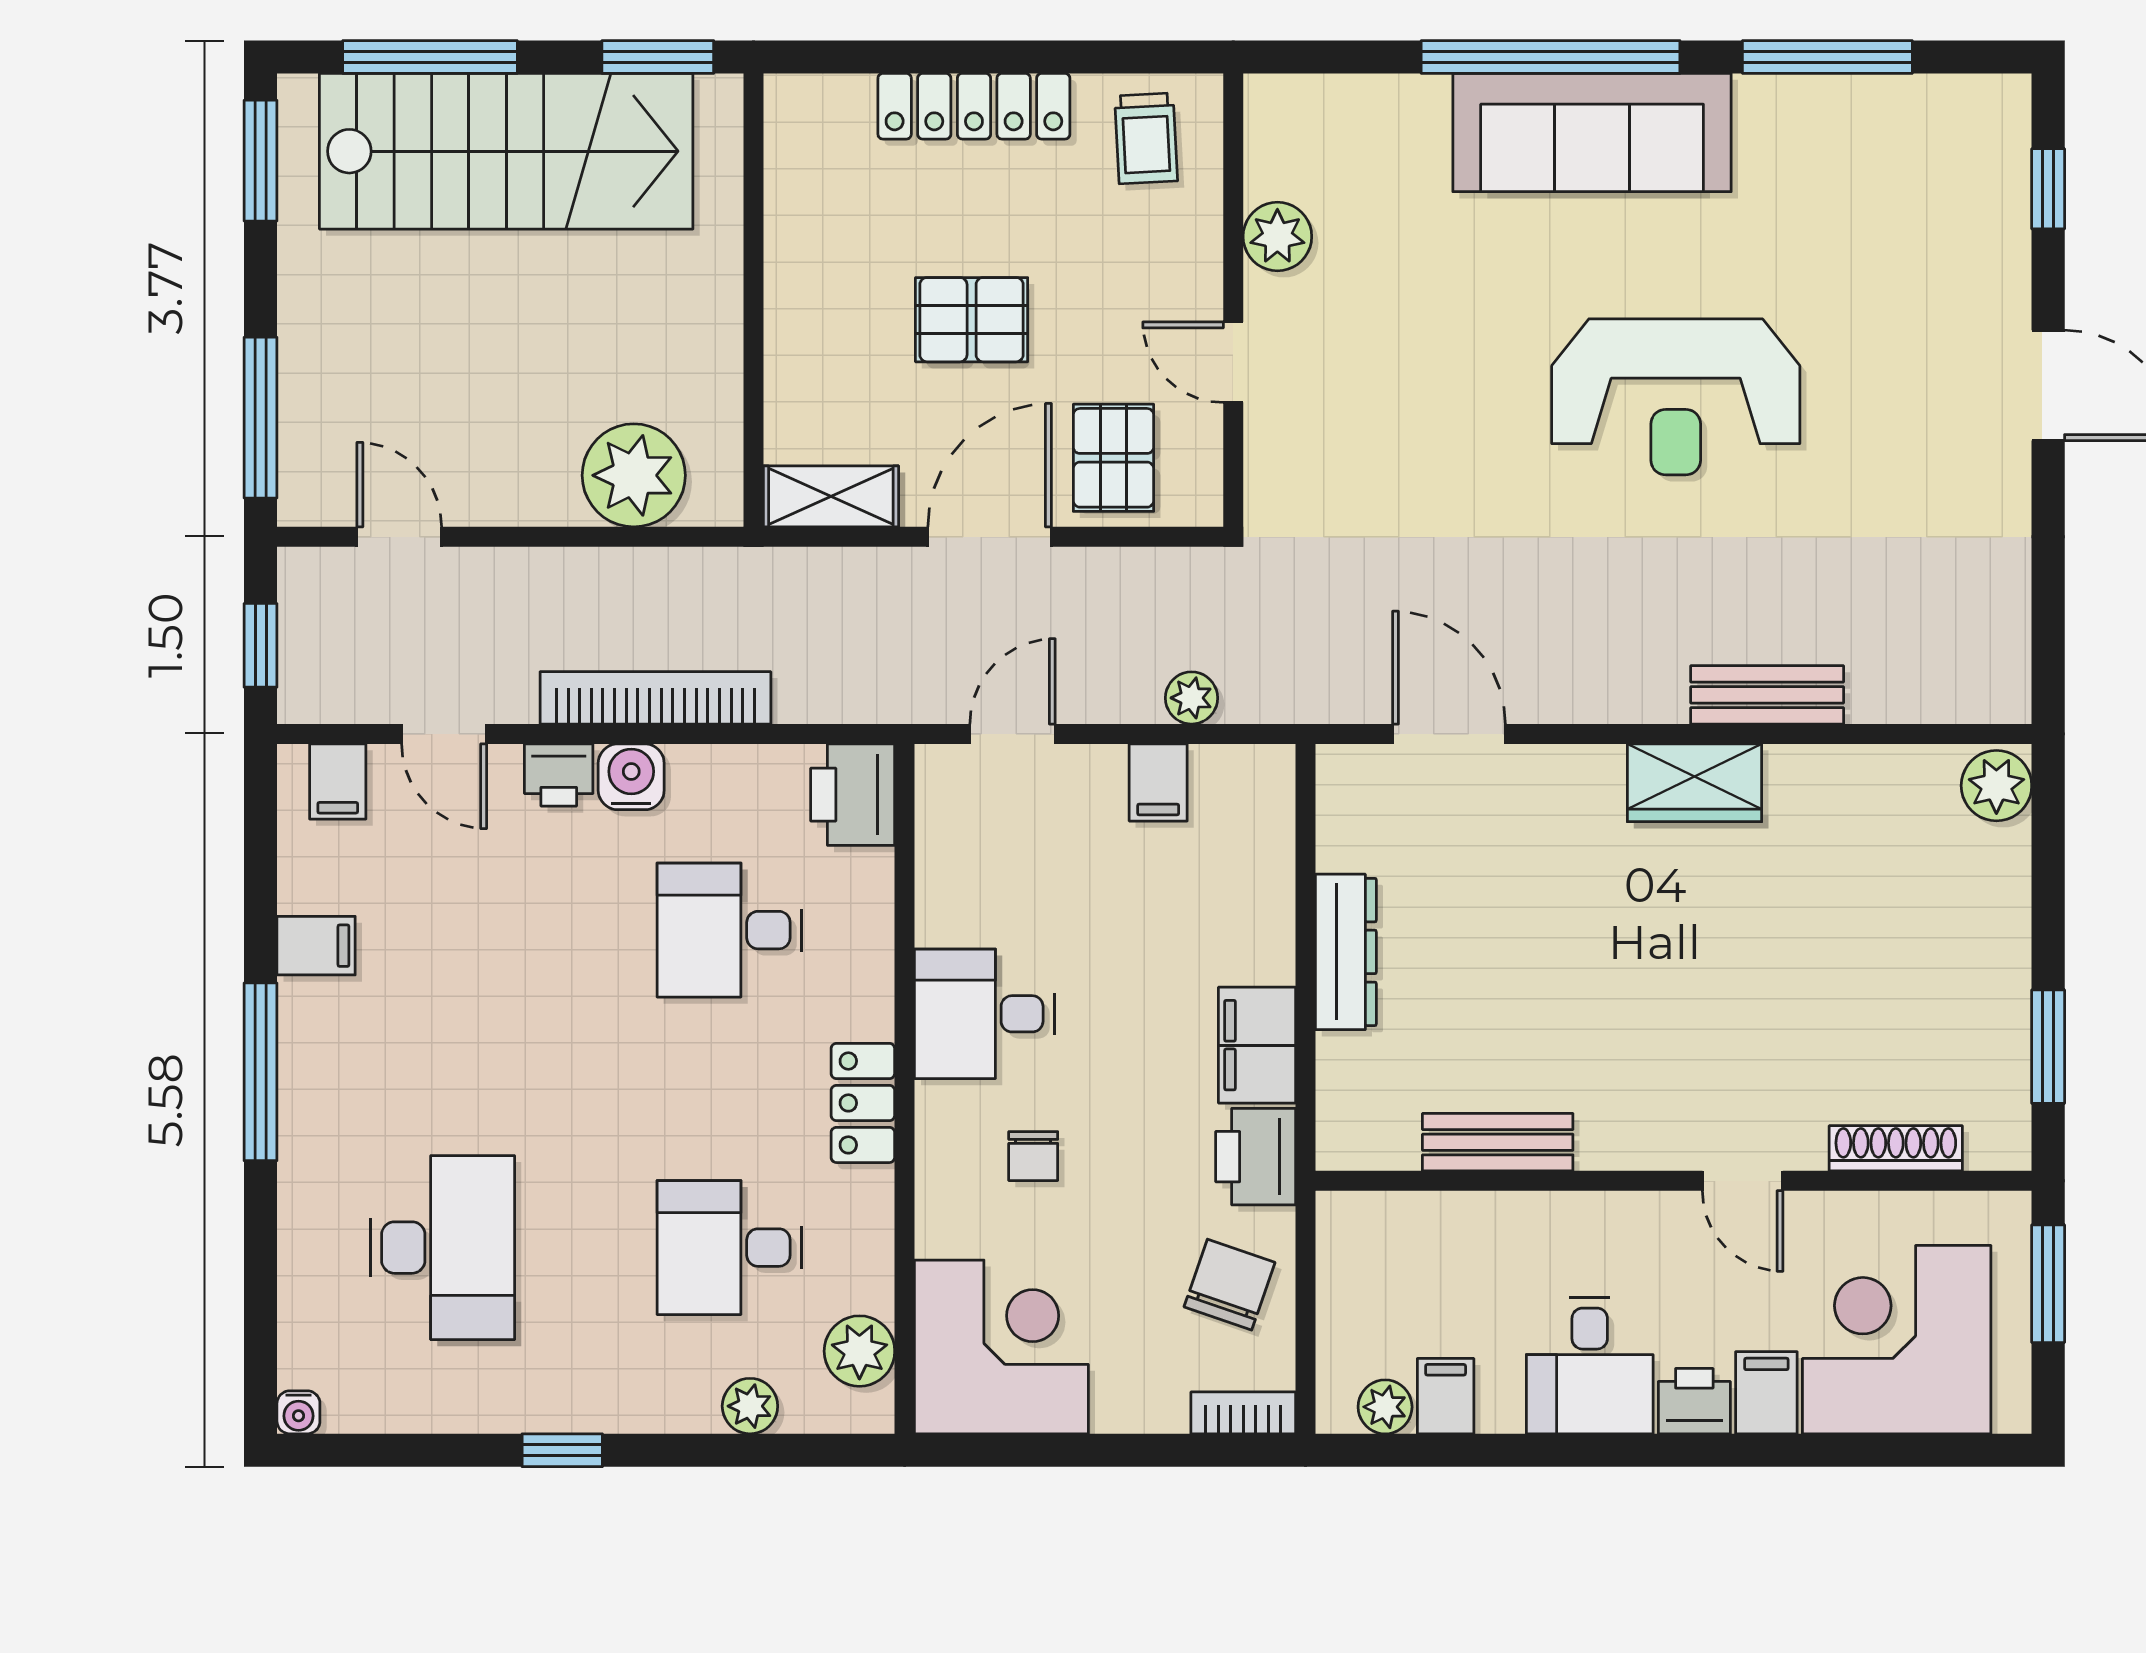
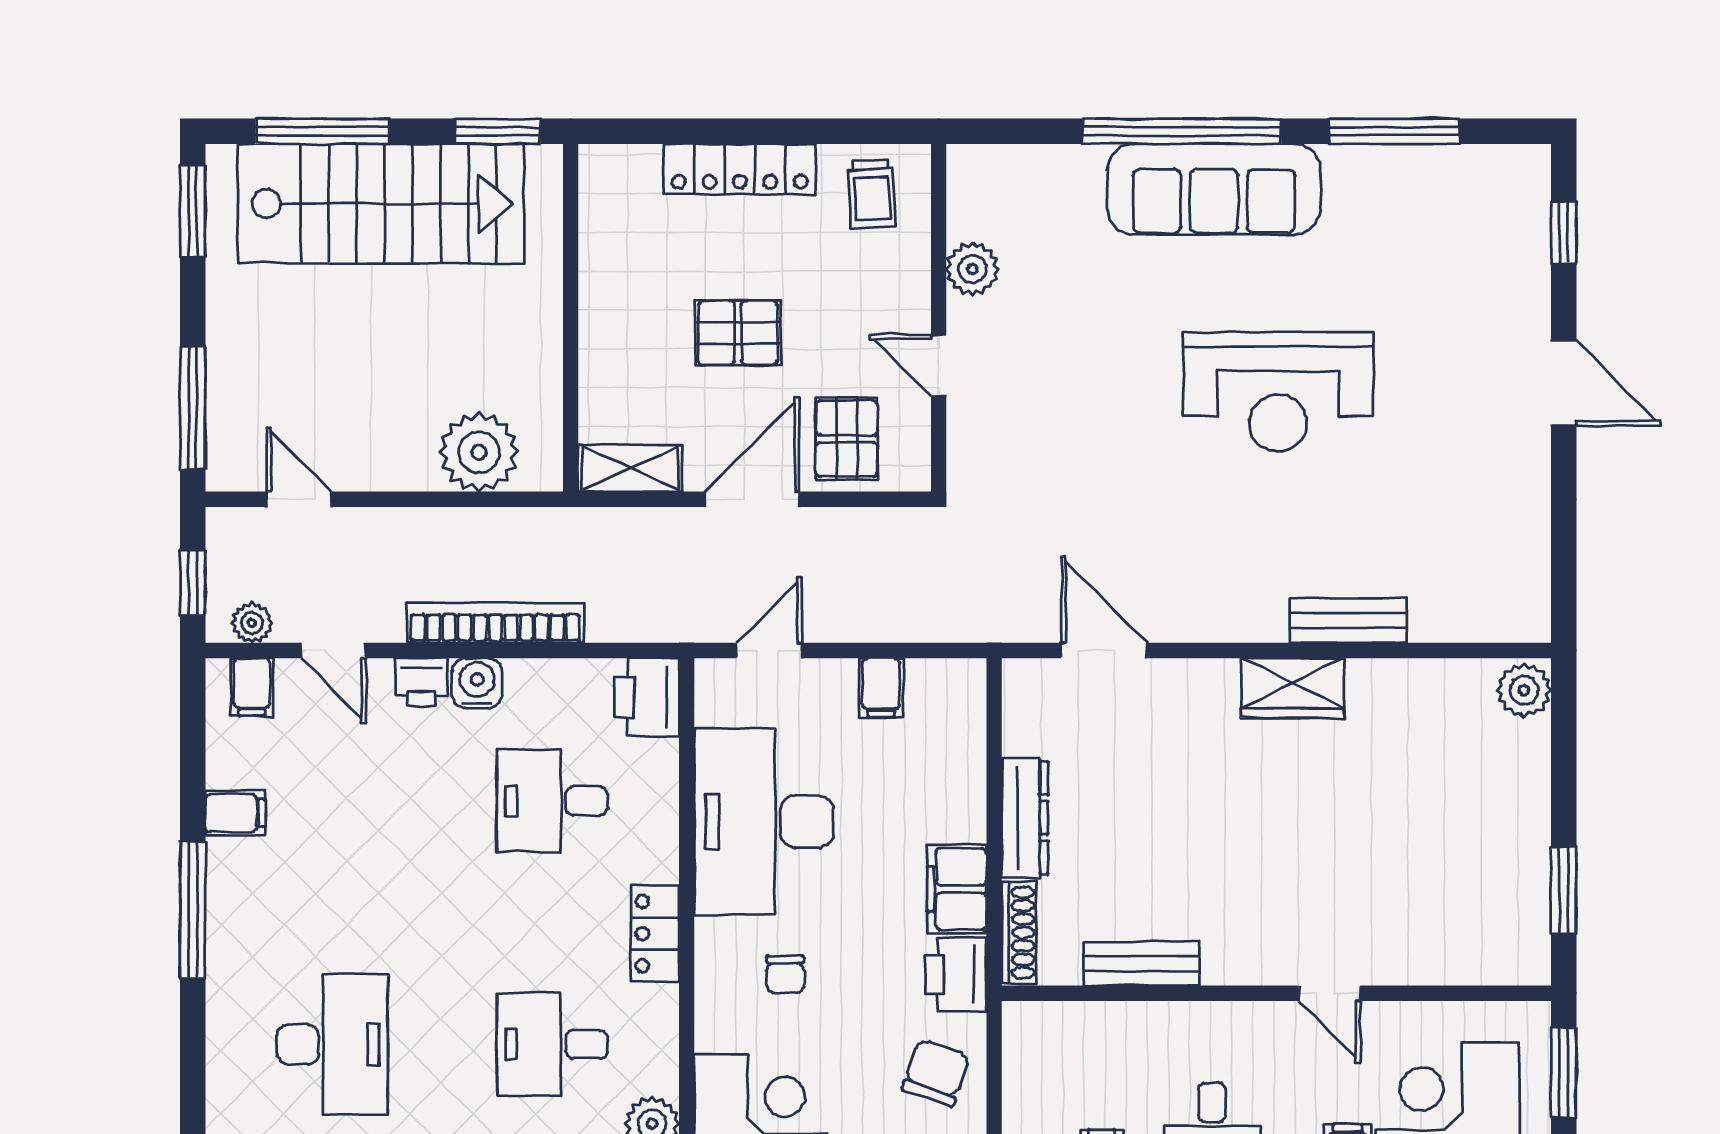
plant: (1191, 698) -> (252, 623), moved
desk: (984, 1014) -> (764, 822), width x1.87, depth x1.30
shoe rack: (1896, 1148) -> (1019, 932), moved, turned 90

